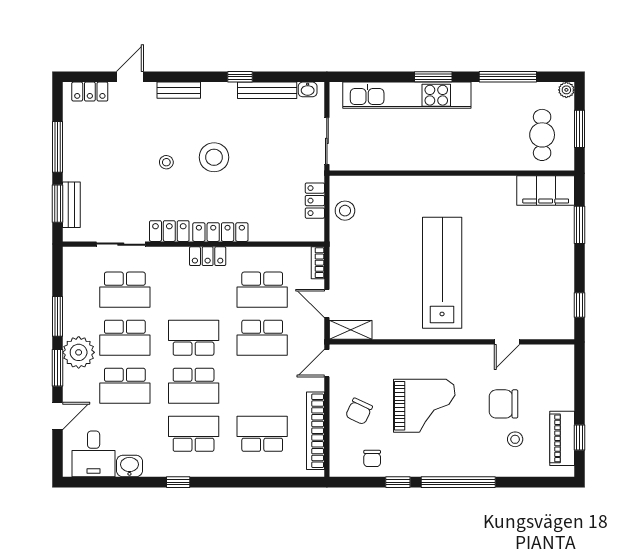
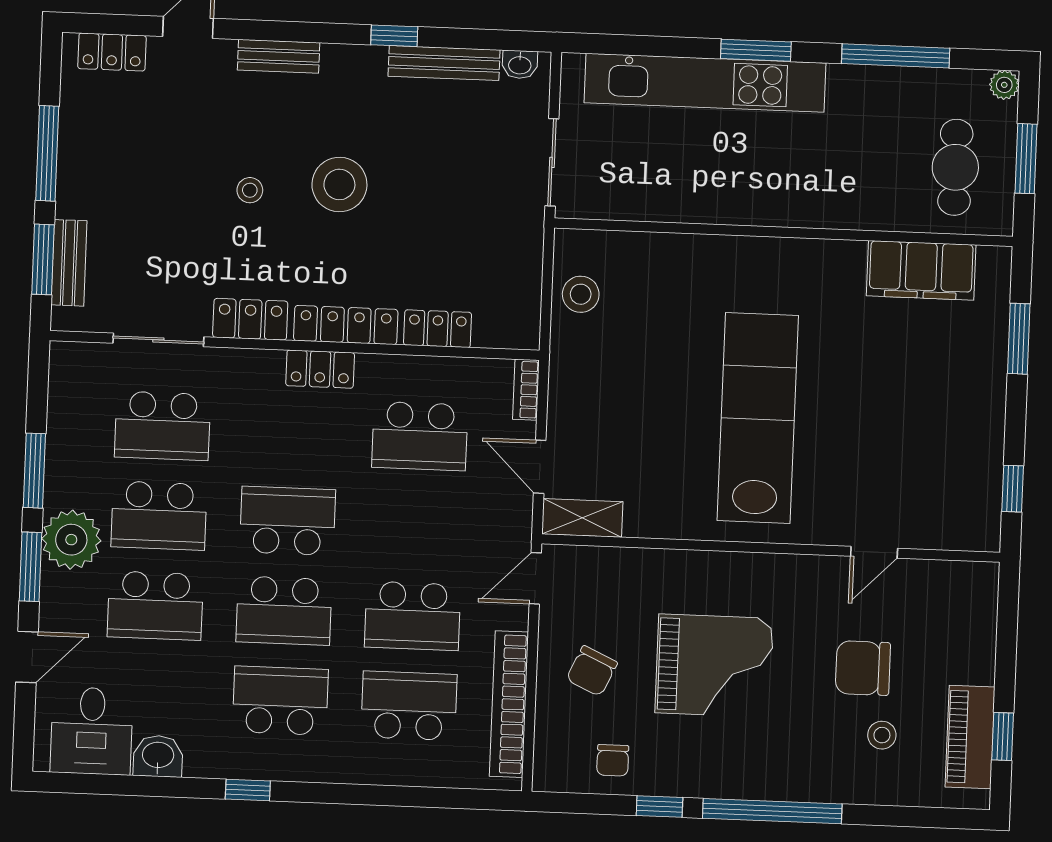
filing cabinet: (546, 191) -> (921, 270), moved
locker: (315, 201) -> (438, 329), moved, turned 90
school desk: (262, 338) -> (413, 616), moved

